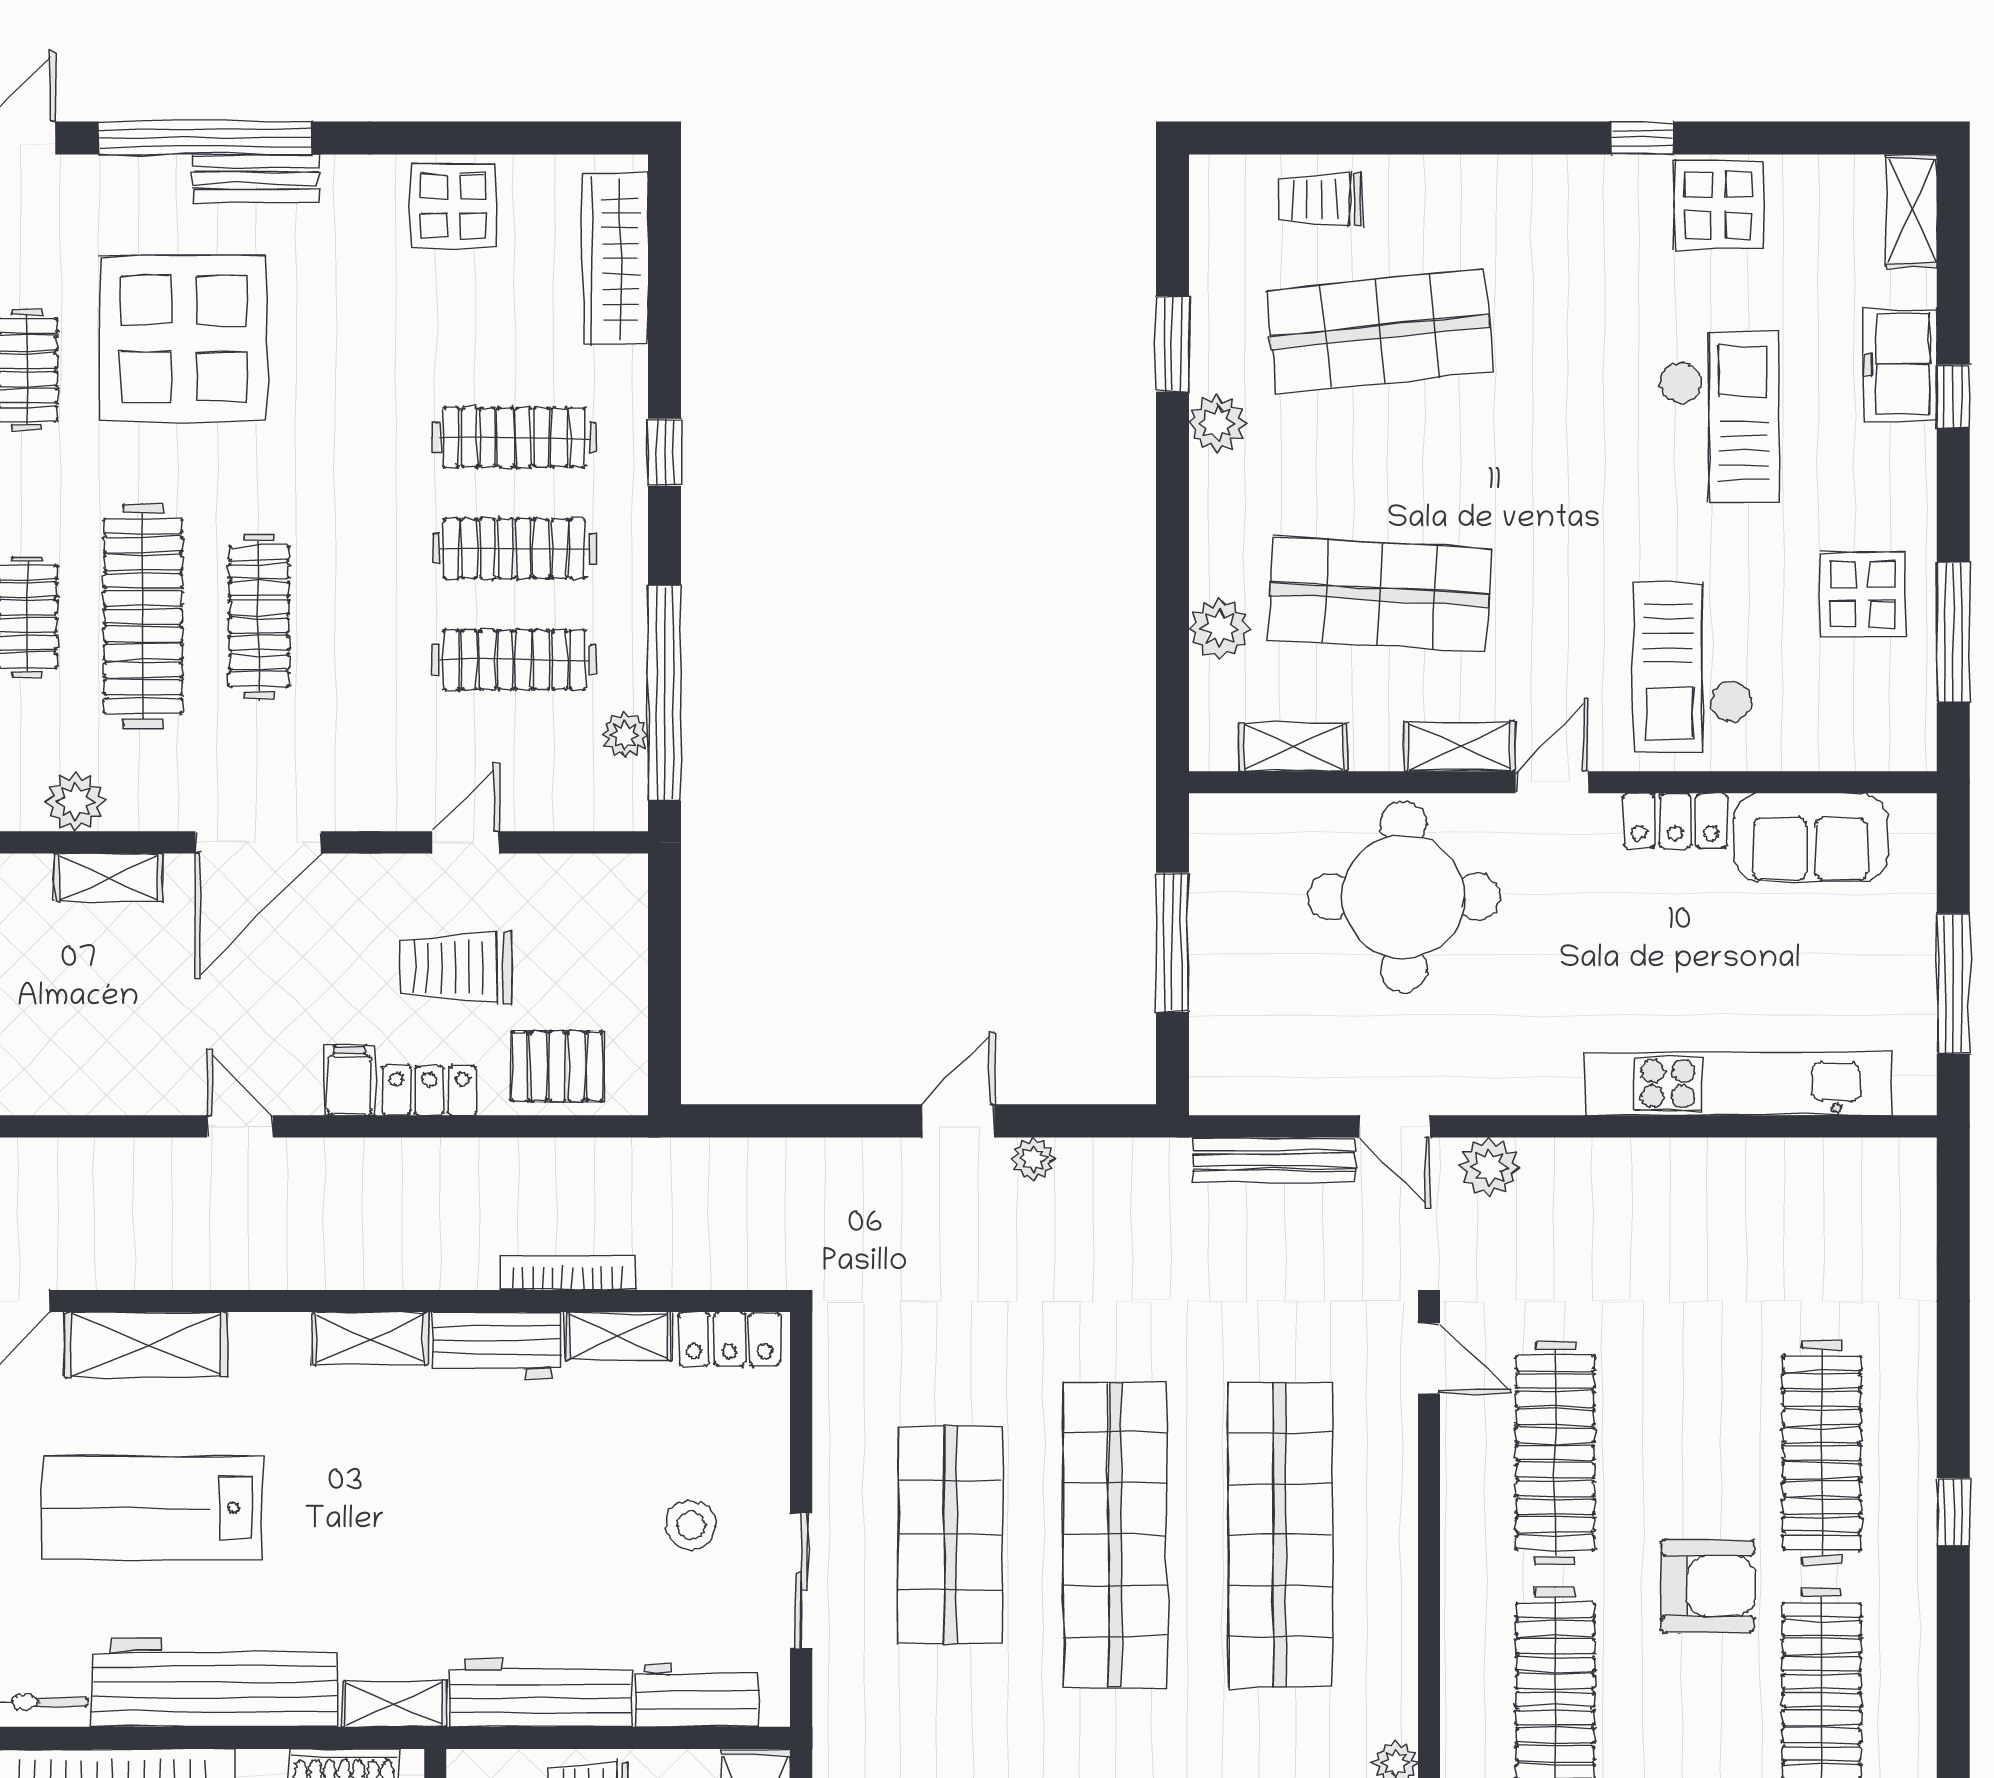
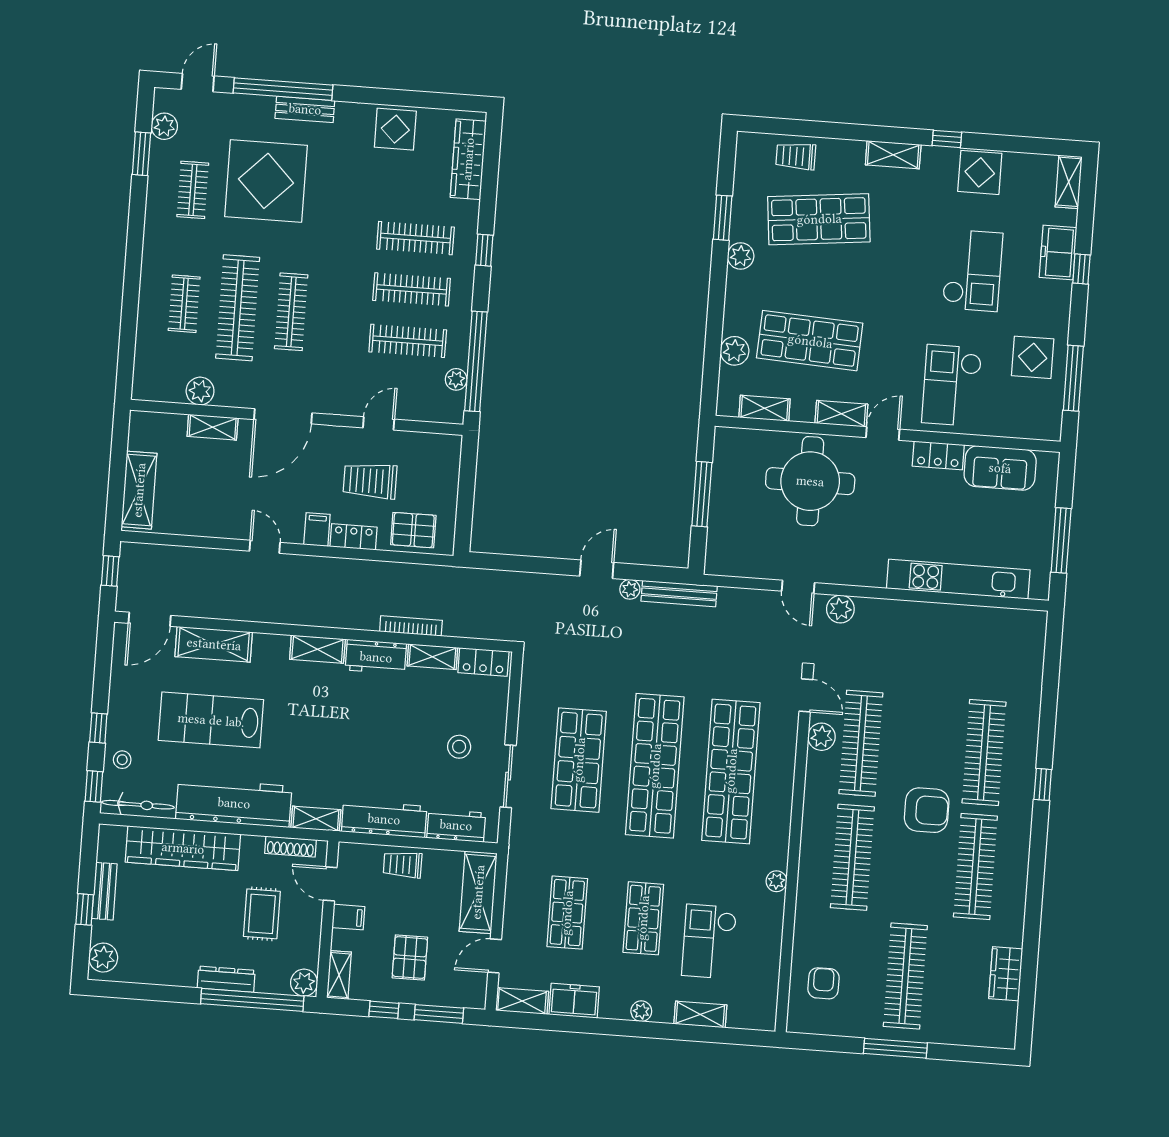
shelving: (1529, 181) -> (893, 155), added
bench: (1274, 1160) -> (679, 594), moved
plant: (1469, 1445) -> (822, 737), added

